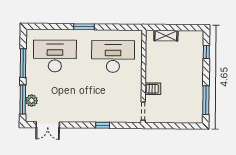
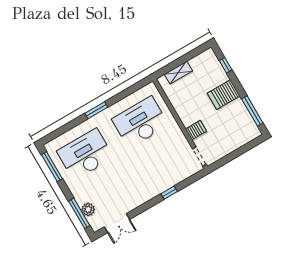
window: (23, 63) -> (52, 167), moved
server rack: (191, 74) -> (224, 95), added

